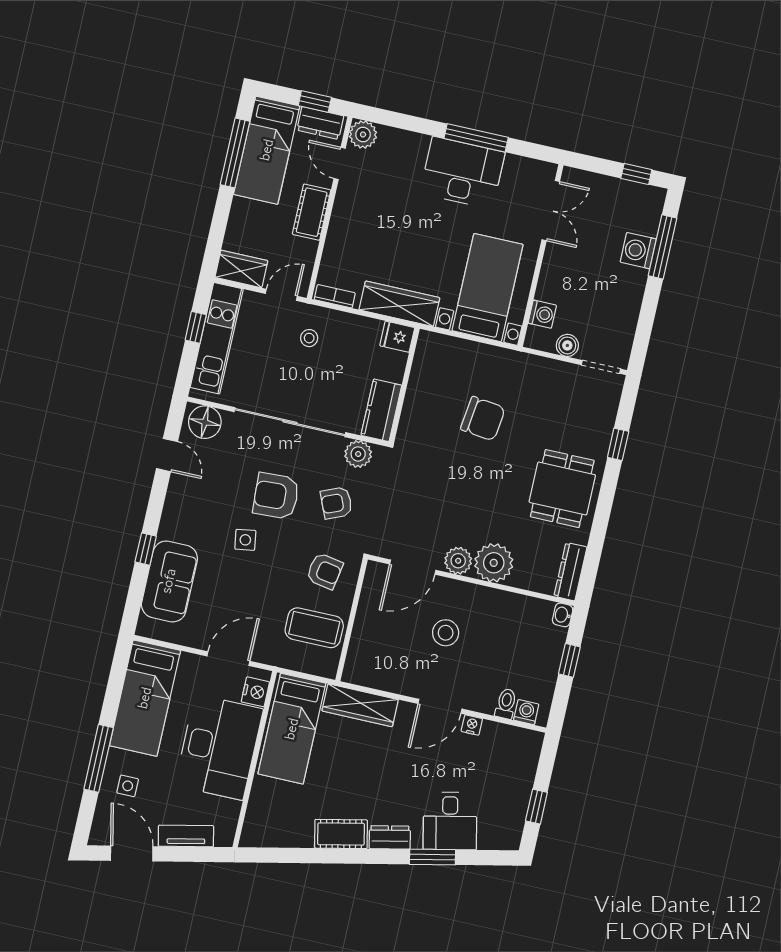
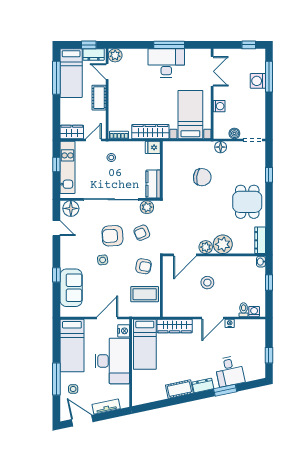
washing machine: (542, 314) -> (219, 106), moved
floor lamp: (533, 367) -> (221, 147), added

